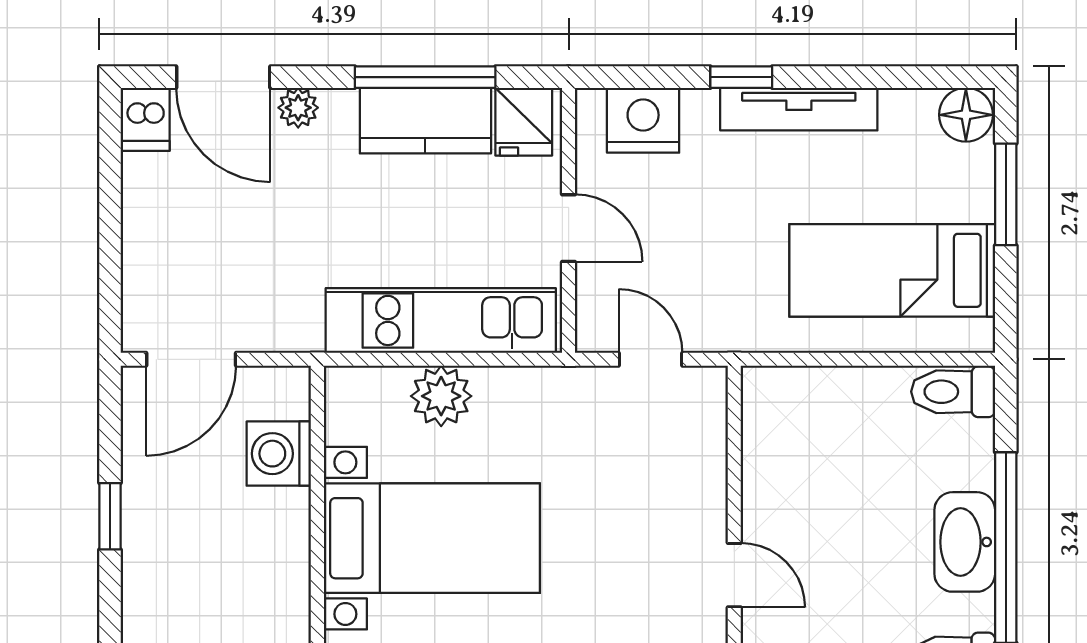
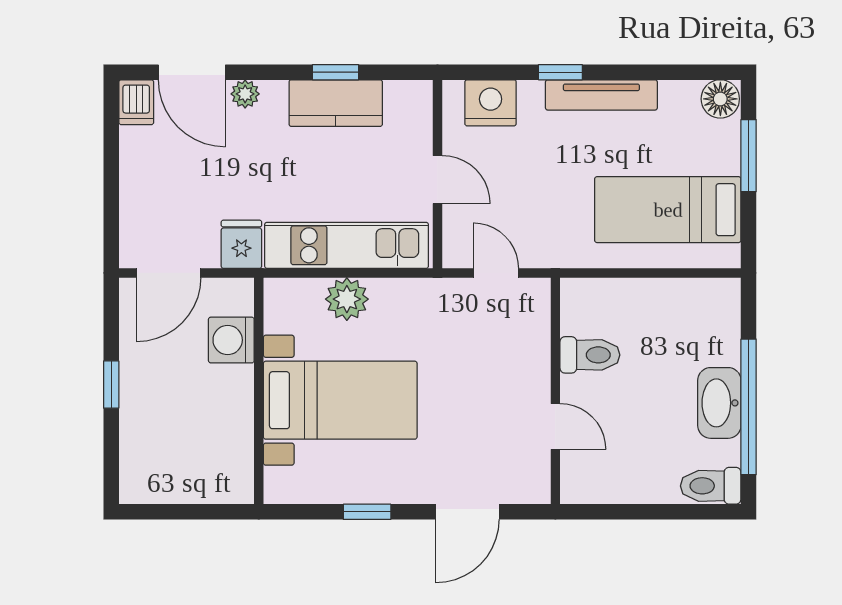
window: (425, 77) -> (335, 72), width x0.46
fridge: (524, 122) -> (241, 244), moved, turned 180
toilet: (953, 392) -> (590, 355), moved, turned 180

